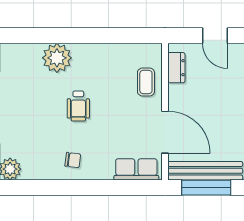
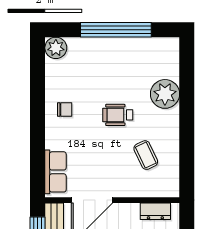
coffee table: (146, 82) -> (146, 155), moved, turned 65
chair: (73, 160) -> (65, 109), turned -97

